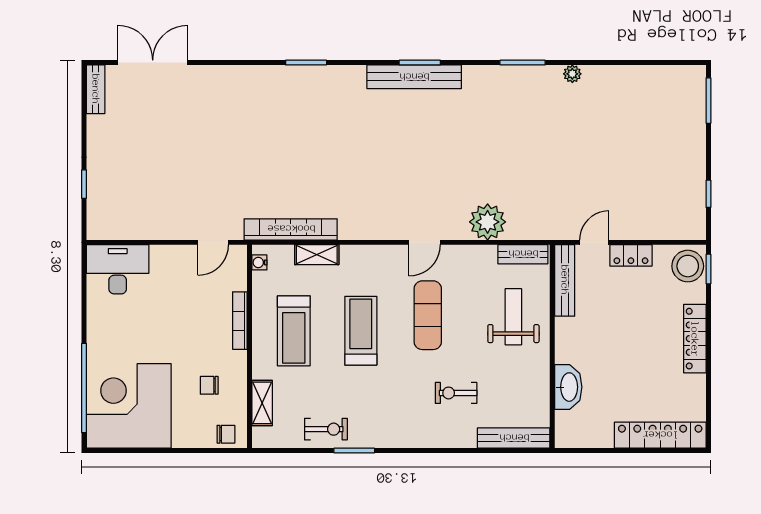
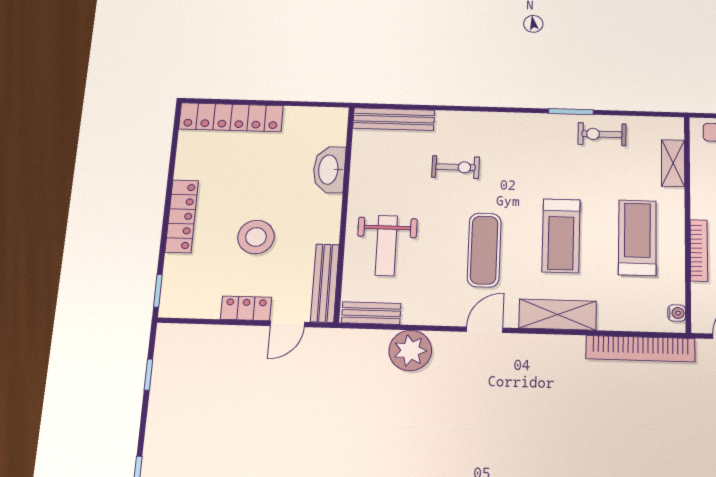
shelving: (317, 255) -> (558, 314), moved, width x1.50, depth x1.33
stool: (688, 266) -> (256, 237), moved

